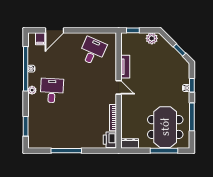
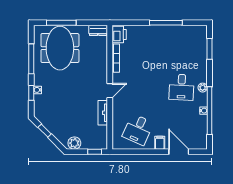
door: (54, 30) -> (179, 152), hinge flipped
filing cabinet: (40, 39) -> (160, 143), moved
door: (119, 87) -> (110, 91), swing flipped

